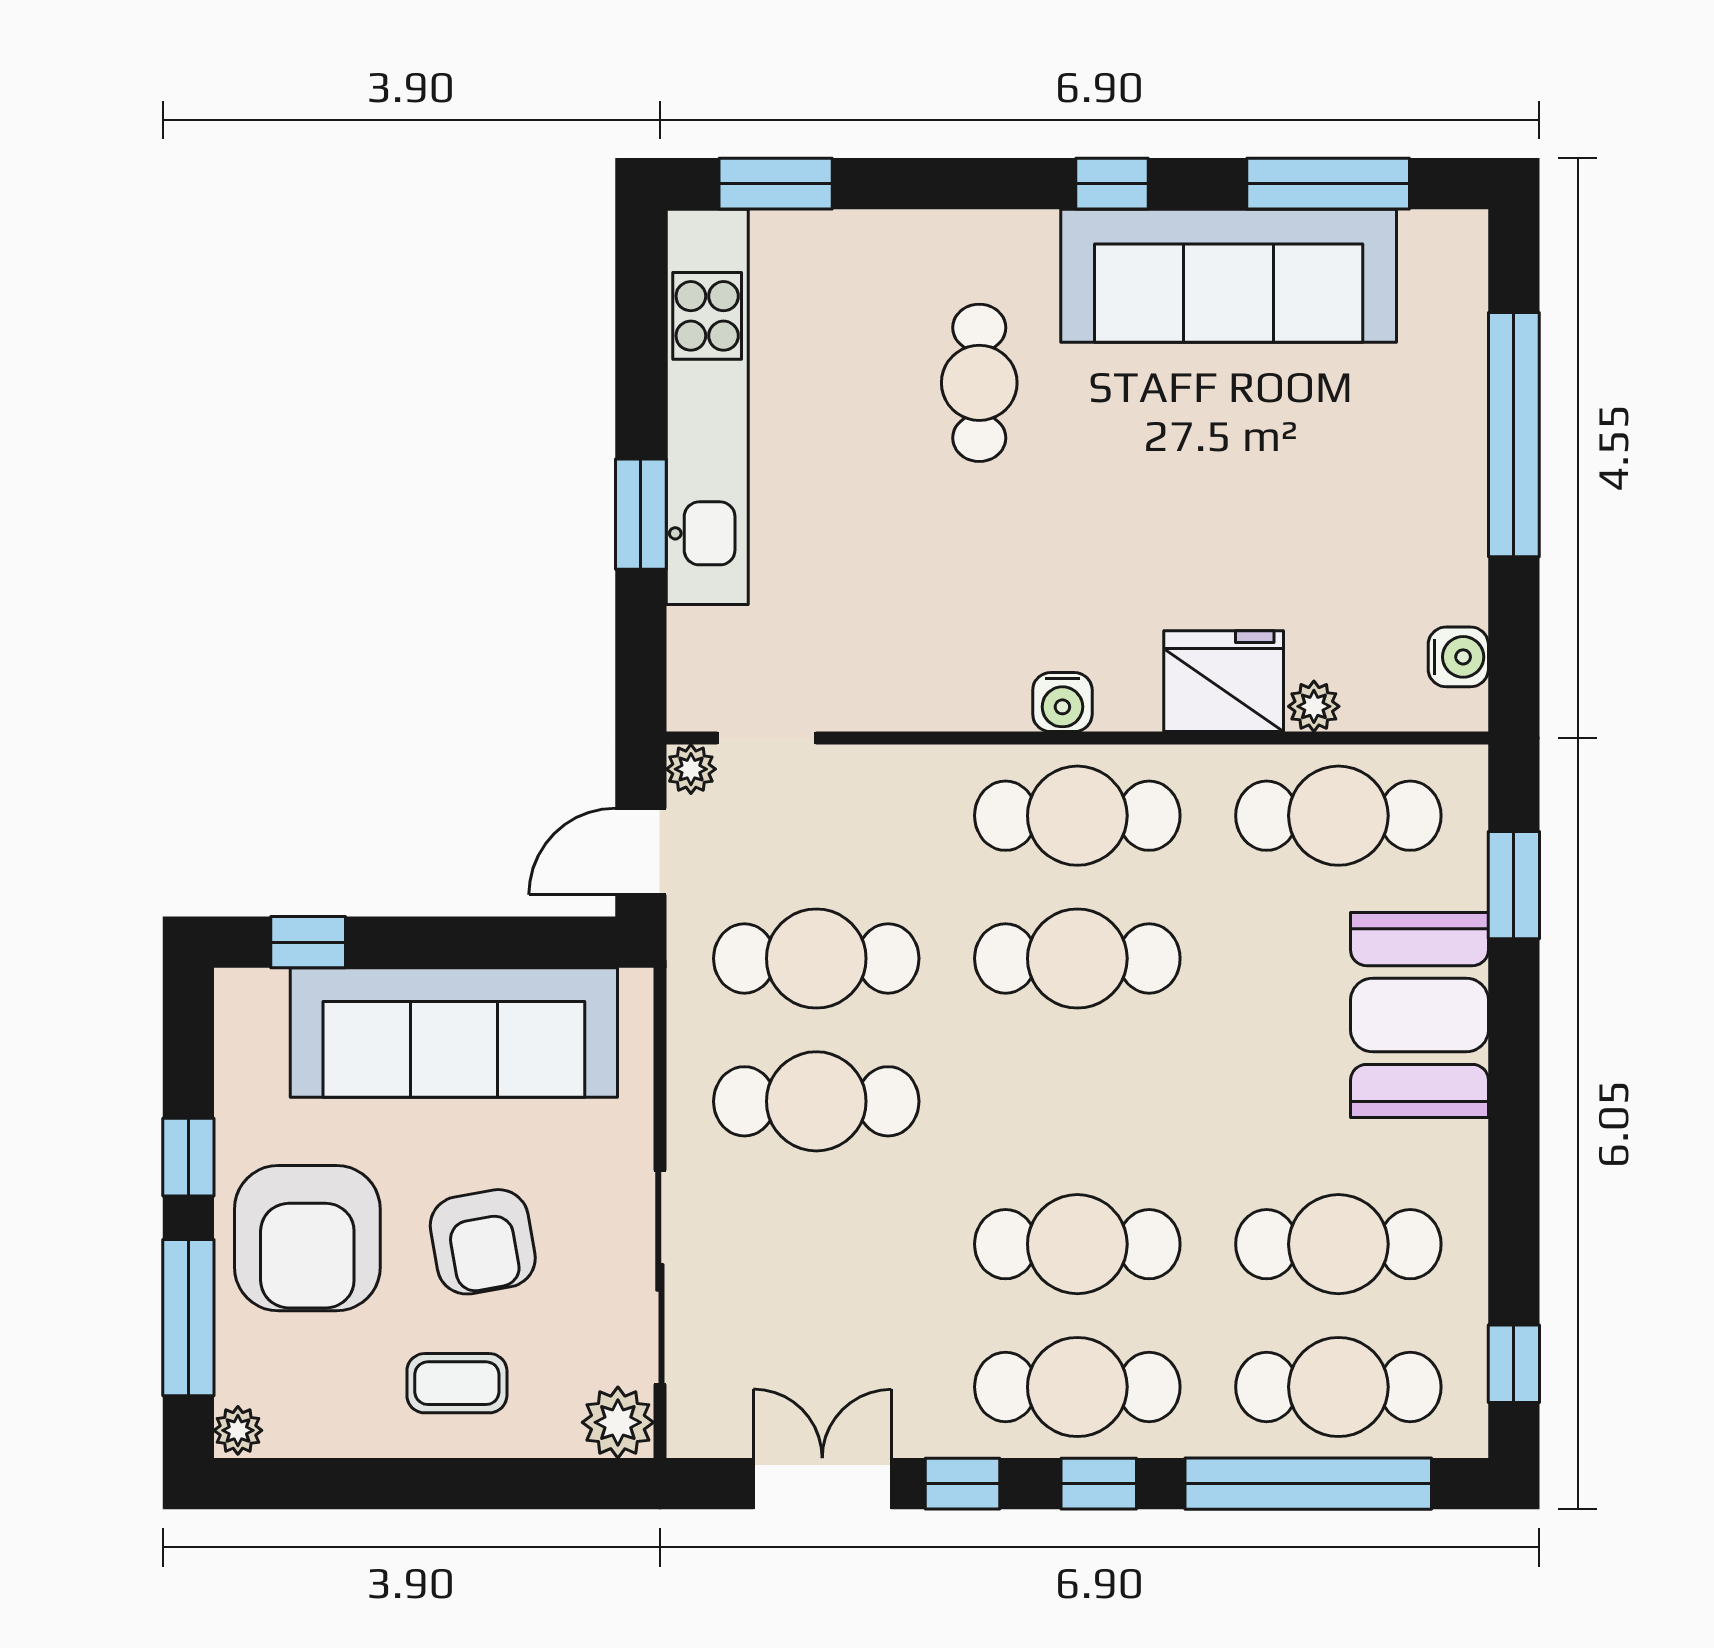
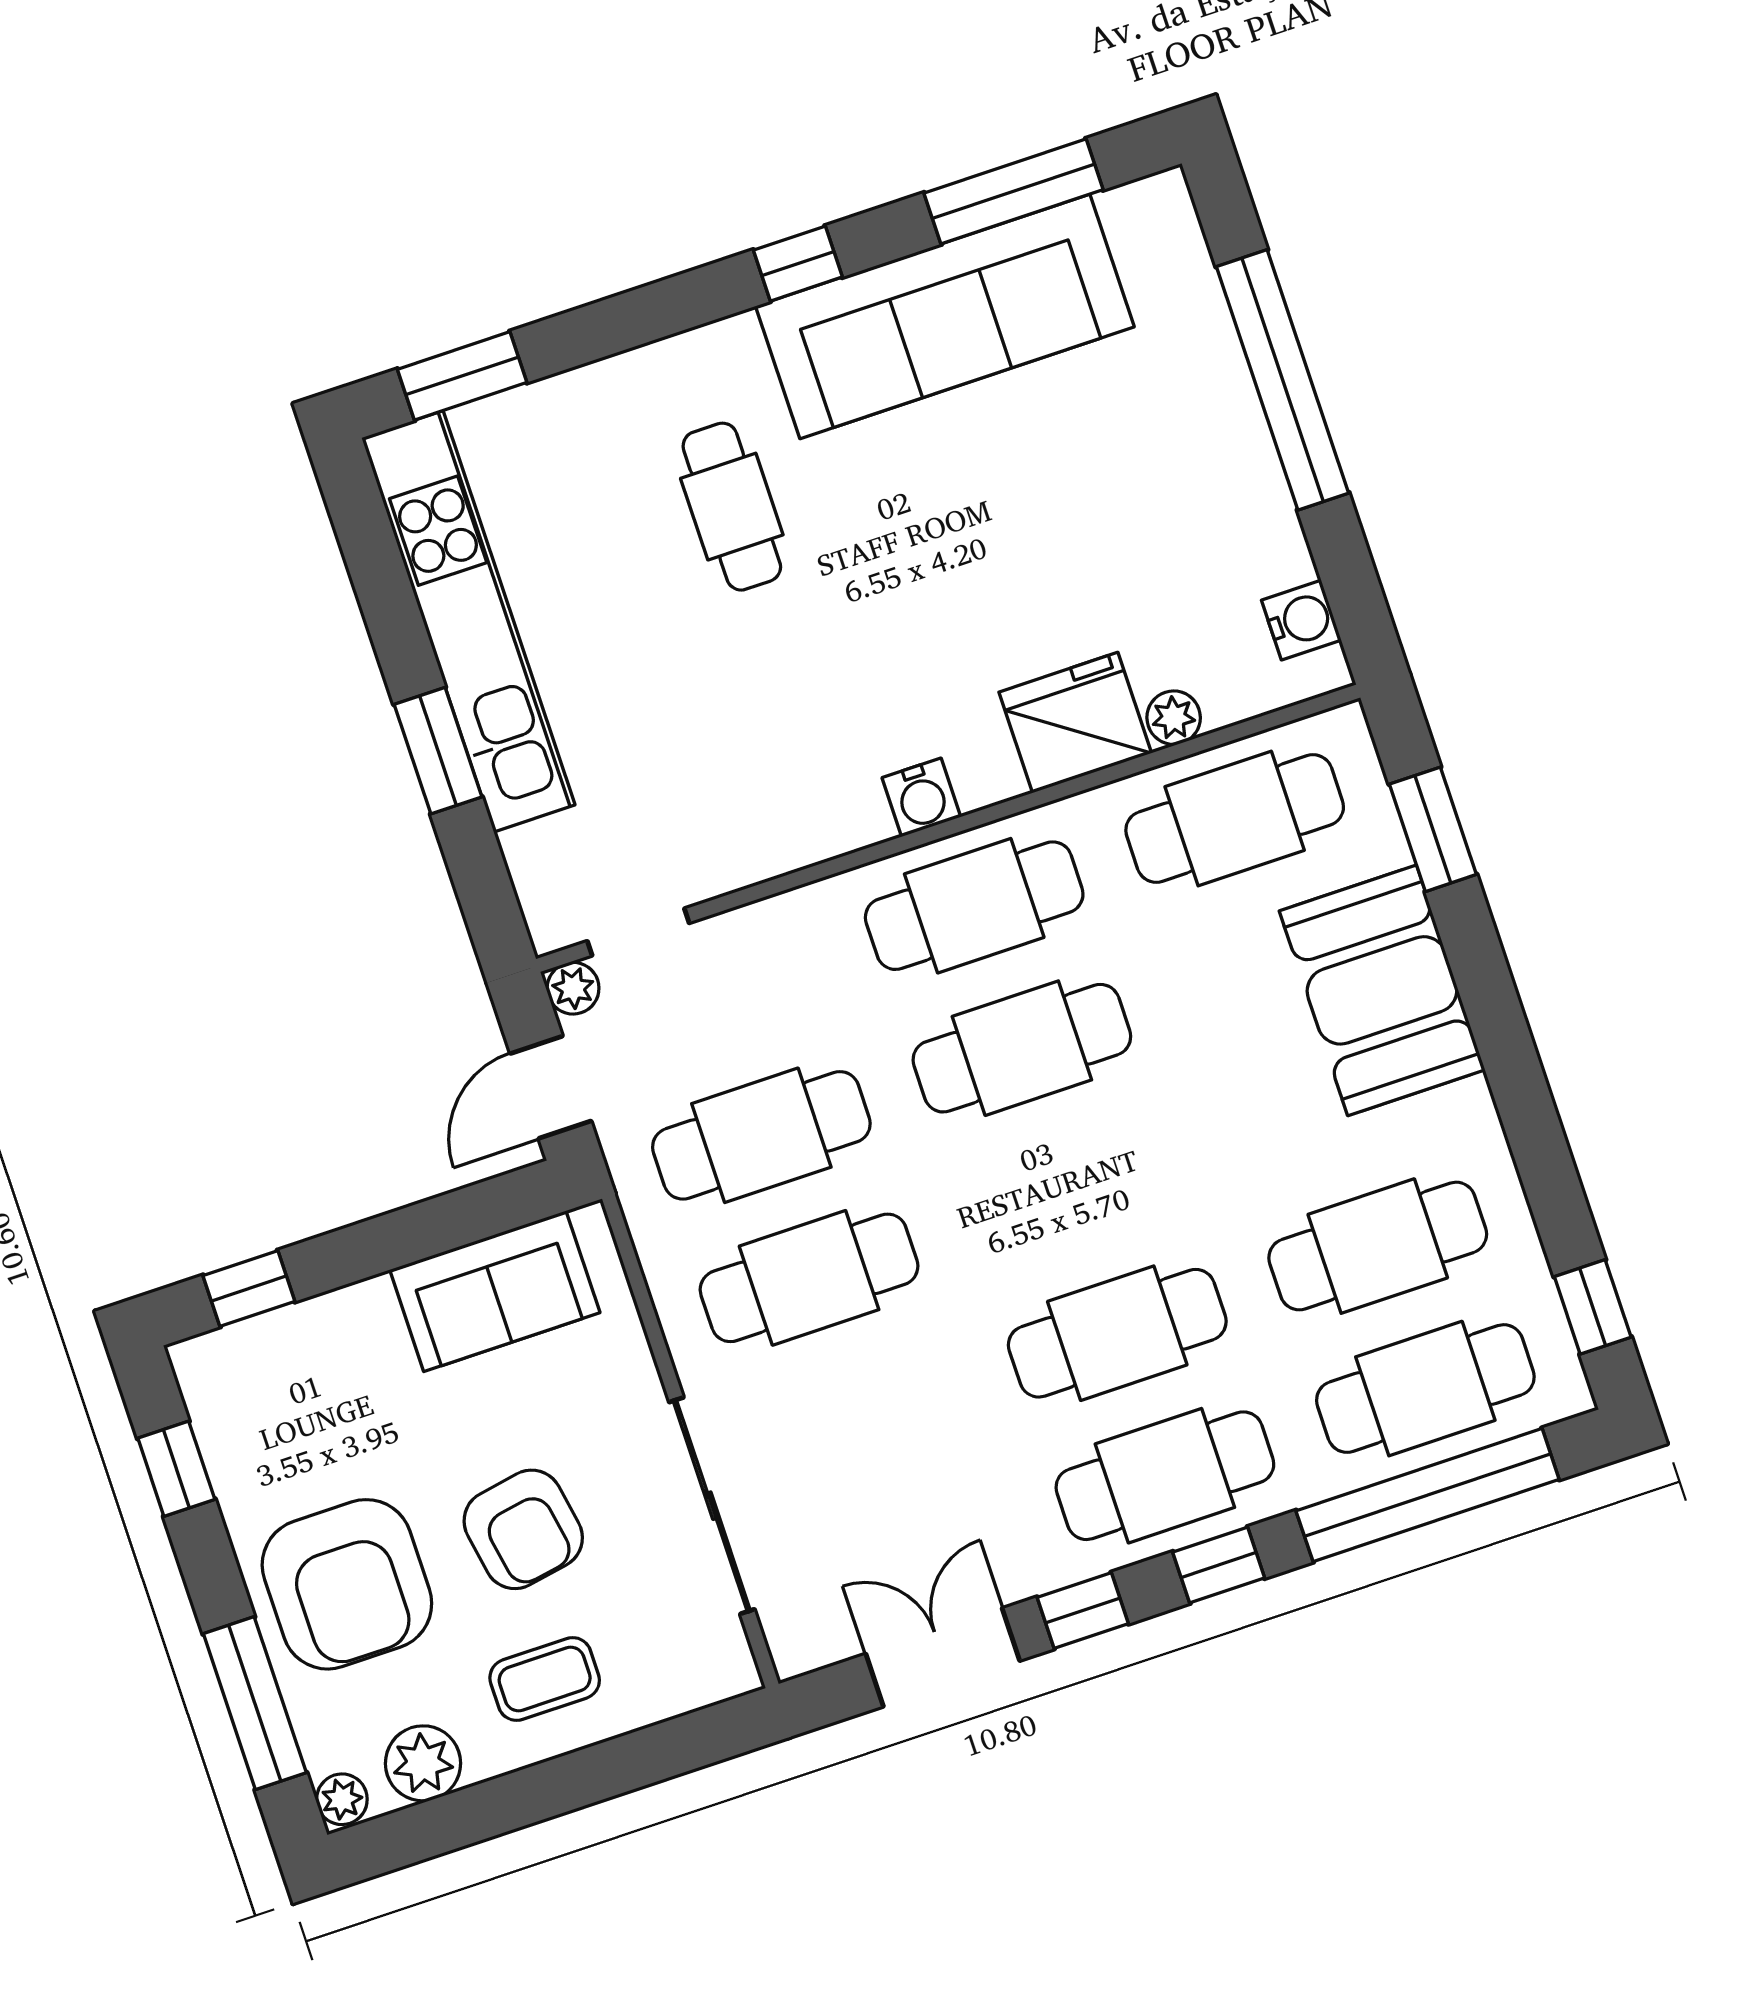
sofa: (454, 1032) -> (495, 1291), width x0.54, depth x0.79
window: (188, 1157) -> (176, 1469), moved
plant: (618, 1422) -> (423, 1763), moved

